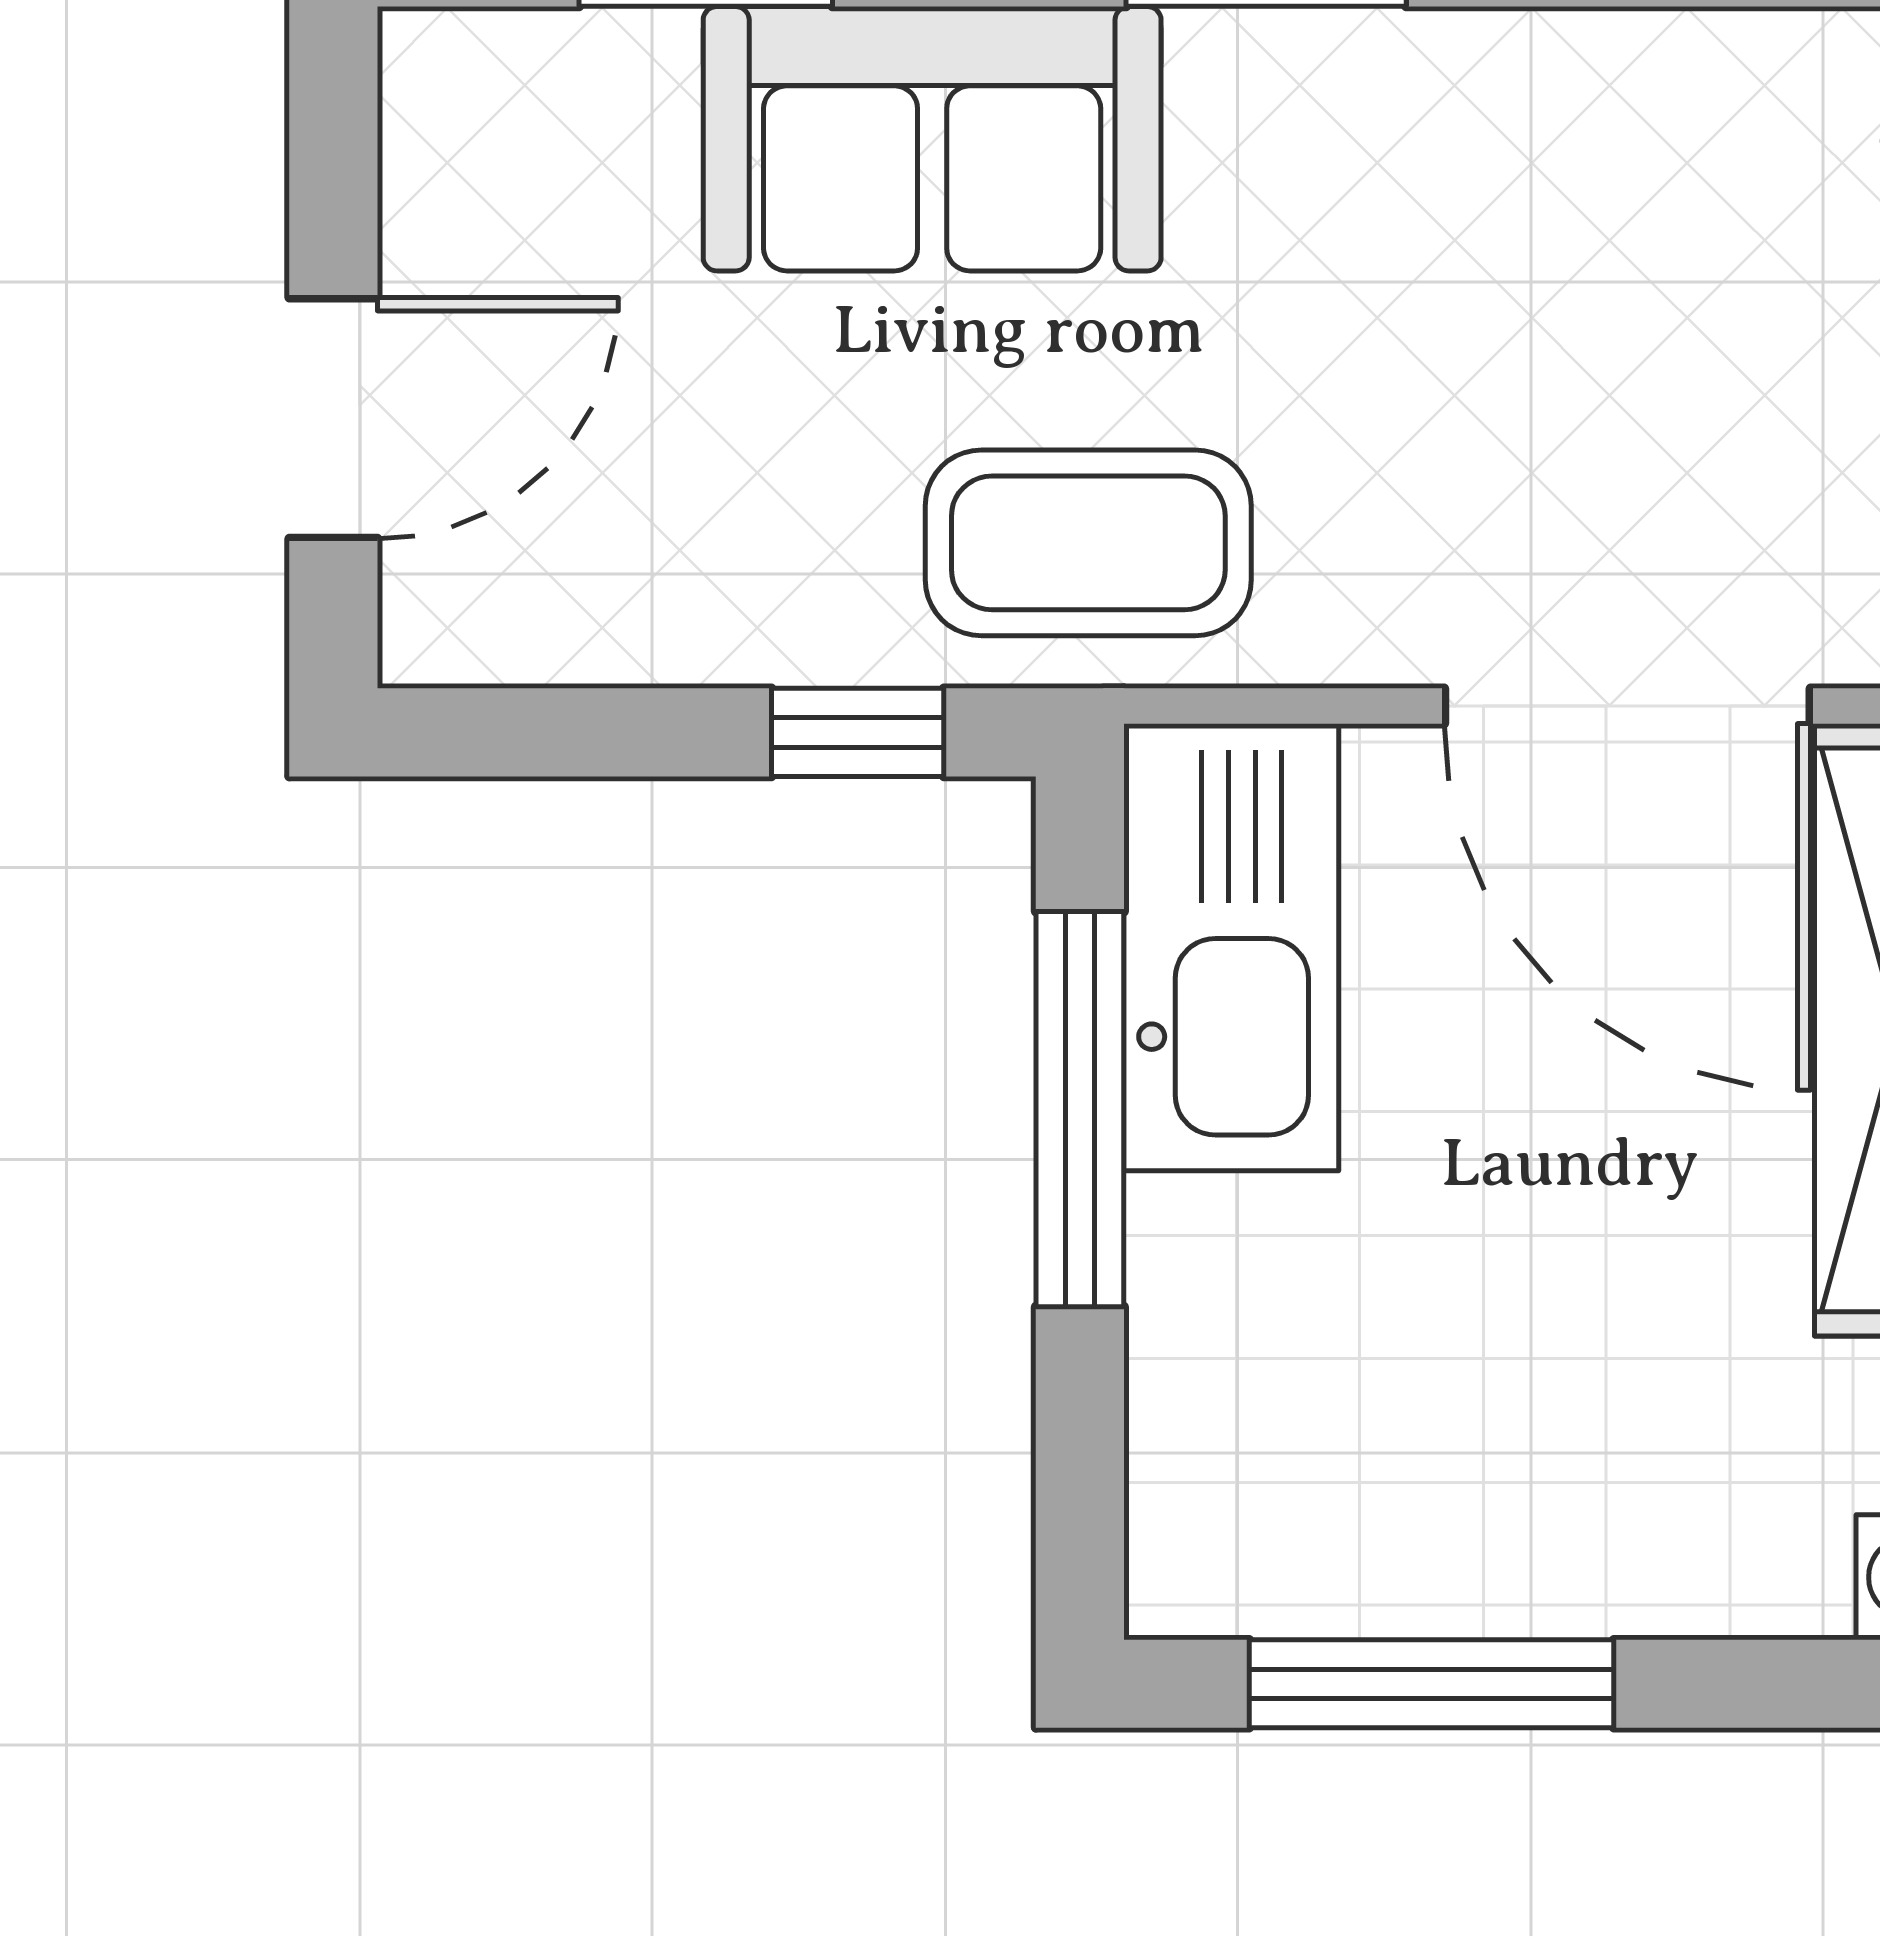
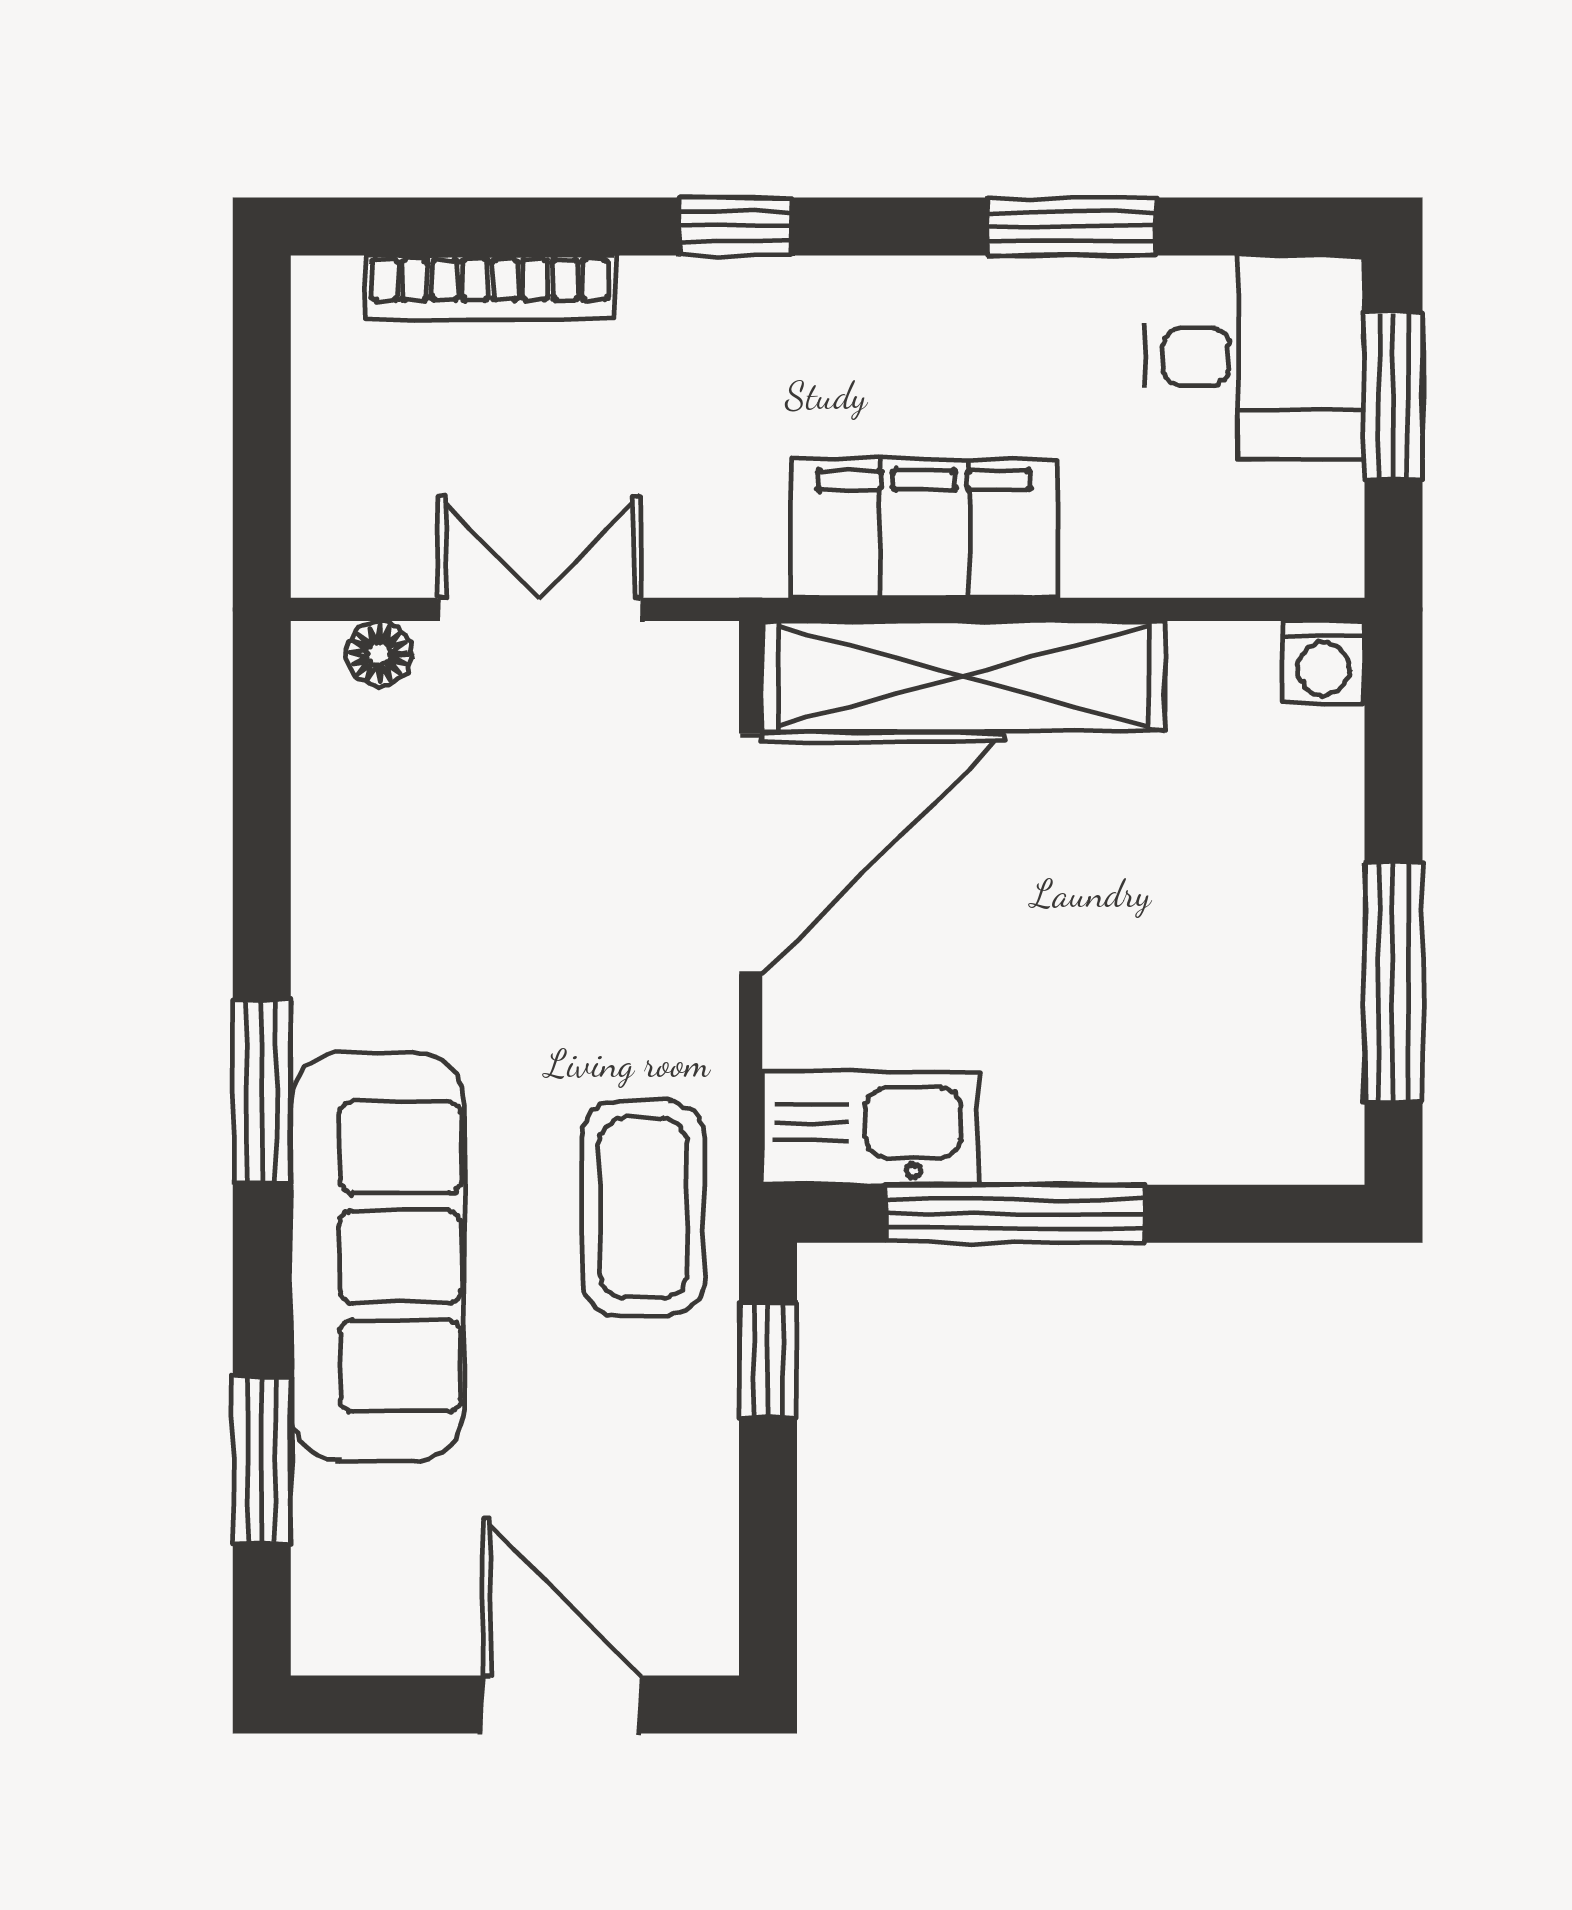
sofa: (932, 139) -> (378, 1257), width x1.36
kitchen sink: (1231, 947) -> (870, 1128), width x0.73, depth x0.81

